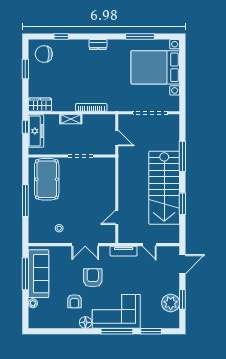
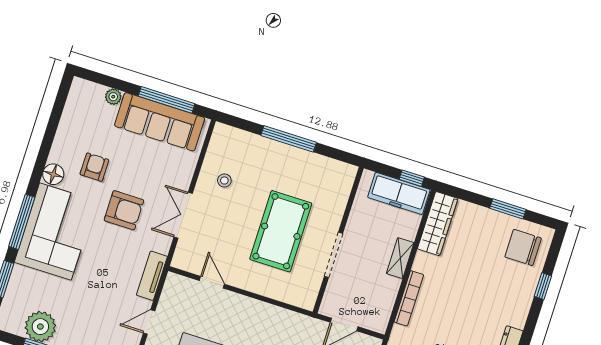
chair: (44, 54) -> (523, 248), turned -90
wardrobe: (40, 105) -> (438, 224), width x1.50
pool table: (47, 179) -> (281, 231), moved, turned 90
armchair: (74, 301) -> (94, 167), turned 90

